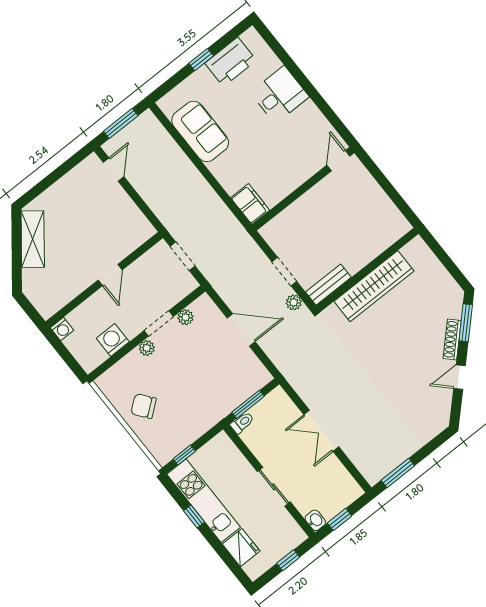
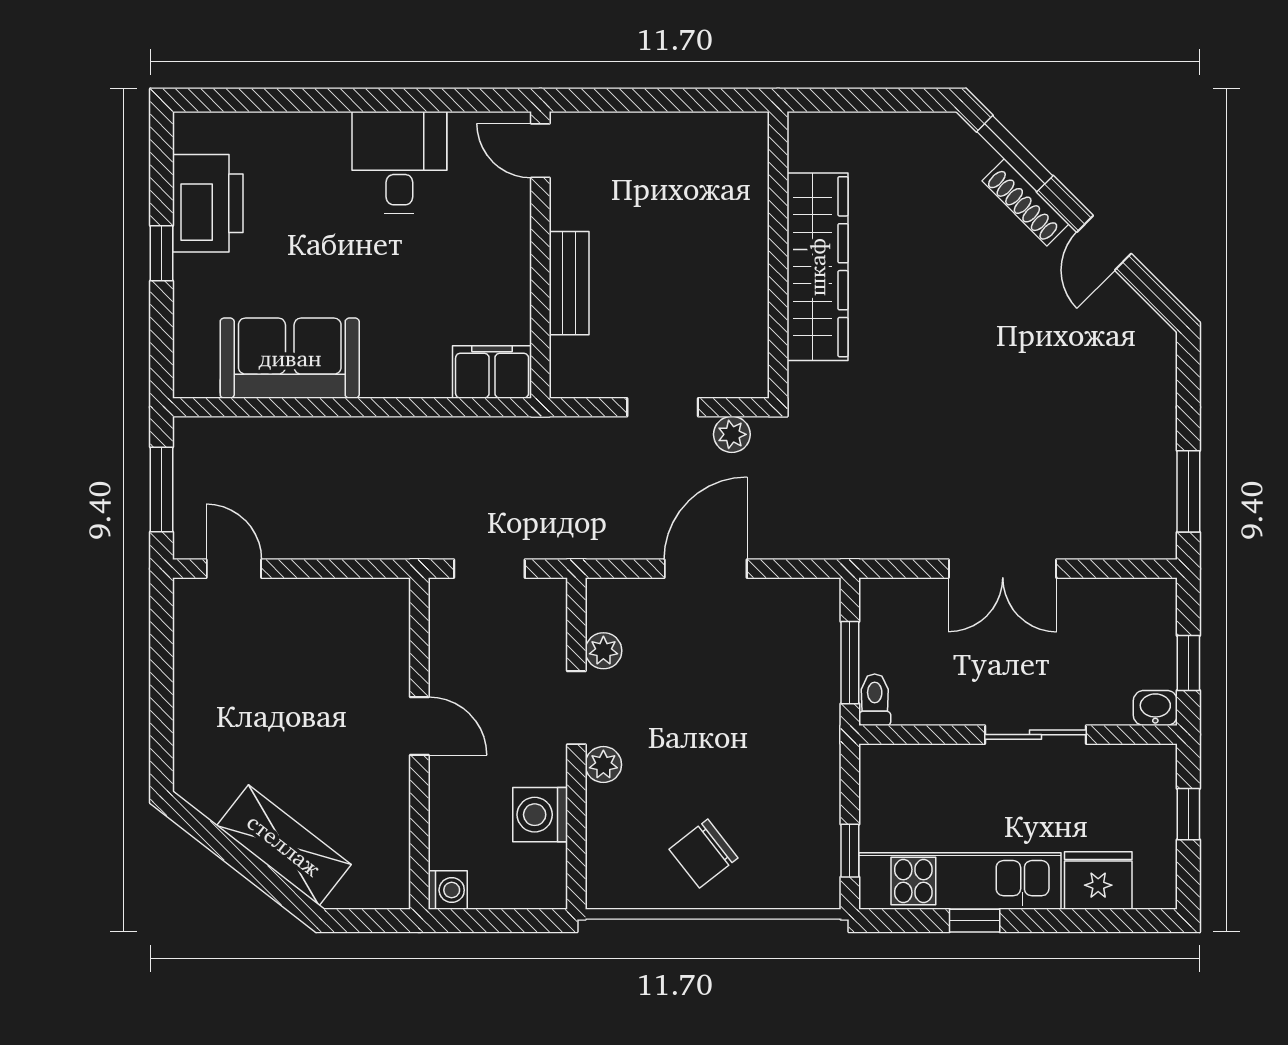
desk: (280, 95) -> (399, 162), moved
shelving: (33, 239) -> (284, 845), moved
bench: (328, 285) -> (569, 283), moved

